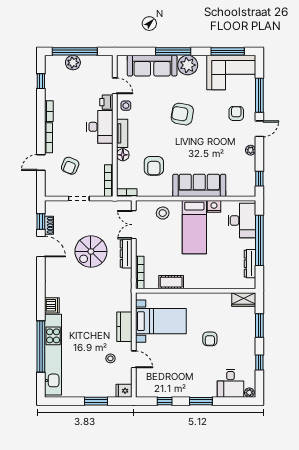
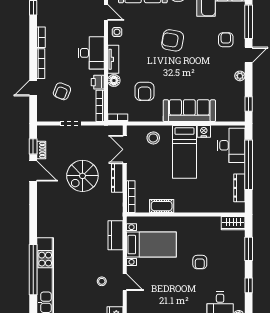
printer: (106, 102) -> (98, 82), moved
dishwasher: (52, 305) -> (44, 229), removed
kitchen counter: (124, 327) -> (115, 235), moved

